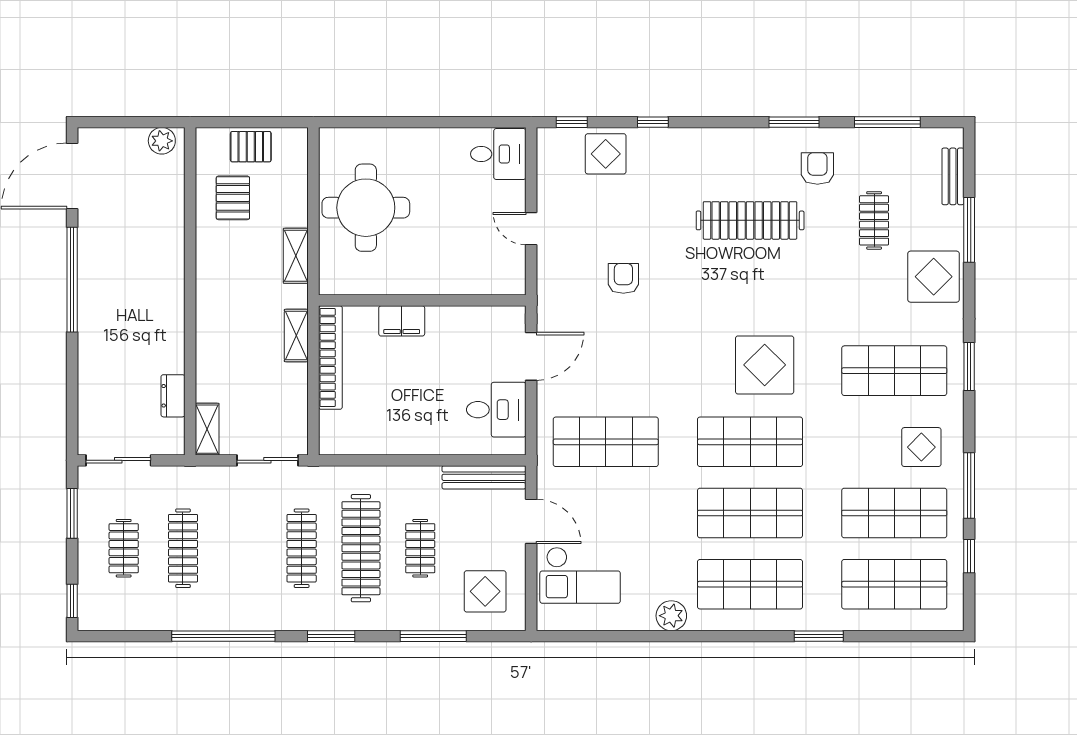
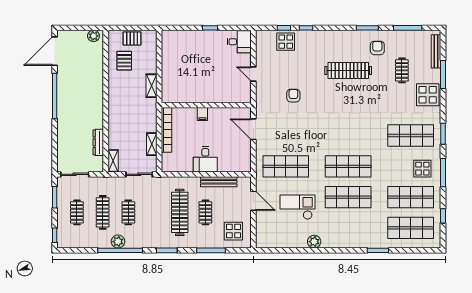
window: (431, 122) -> (210, 28), added
window: (572, 122) -> (284, 28), moved
bench: (953, 176) -> (436, 51), width x1.36
round table: (366, 208) -> (182, 65), removed
filing cabinet: (402, 321) -> (202, 114), width x0.50
shelving: (296, 336) -> (152, 144), moved
door: (531, 356) -> (253, 129), swing flipped
display table: (765, 365) -> (355, 133), removed
dresser: (173, 396) -> (98, 142), width x1.44
desk: (496, 410) -> (205, 159), moved, turned 90
bench: (484, 477) -> (219, 182), moved
window: (969, 486) -> (443, 173), moved
clothes rail: (302, 548) -> (128, 212), moved, width x0.73
checkout: (580, 575) -> (298, 207), moved, turned 180
shop shelf: (750, 584) -> (348, 228), removed
plant: (218, 616) -> (118, 242), added

